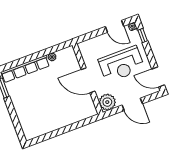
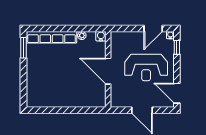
door: (115, 26) -> (153, 28), hinge flipped
water cooler: (70, 51) -> (101, 36), added
plant: (107, 102) -> (119, 99), removed

